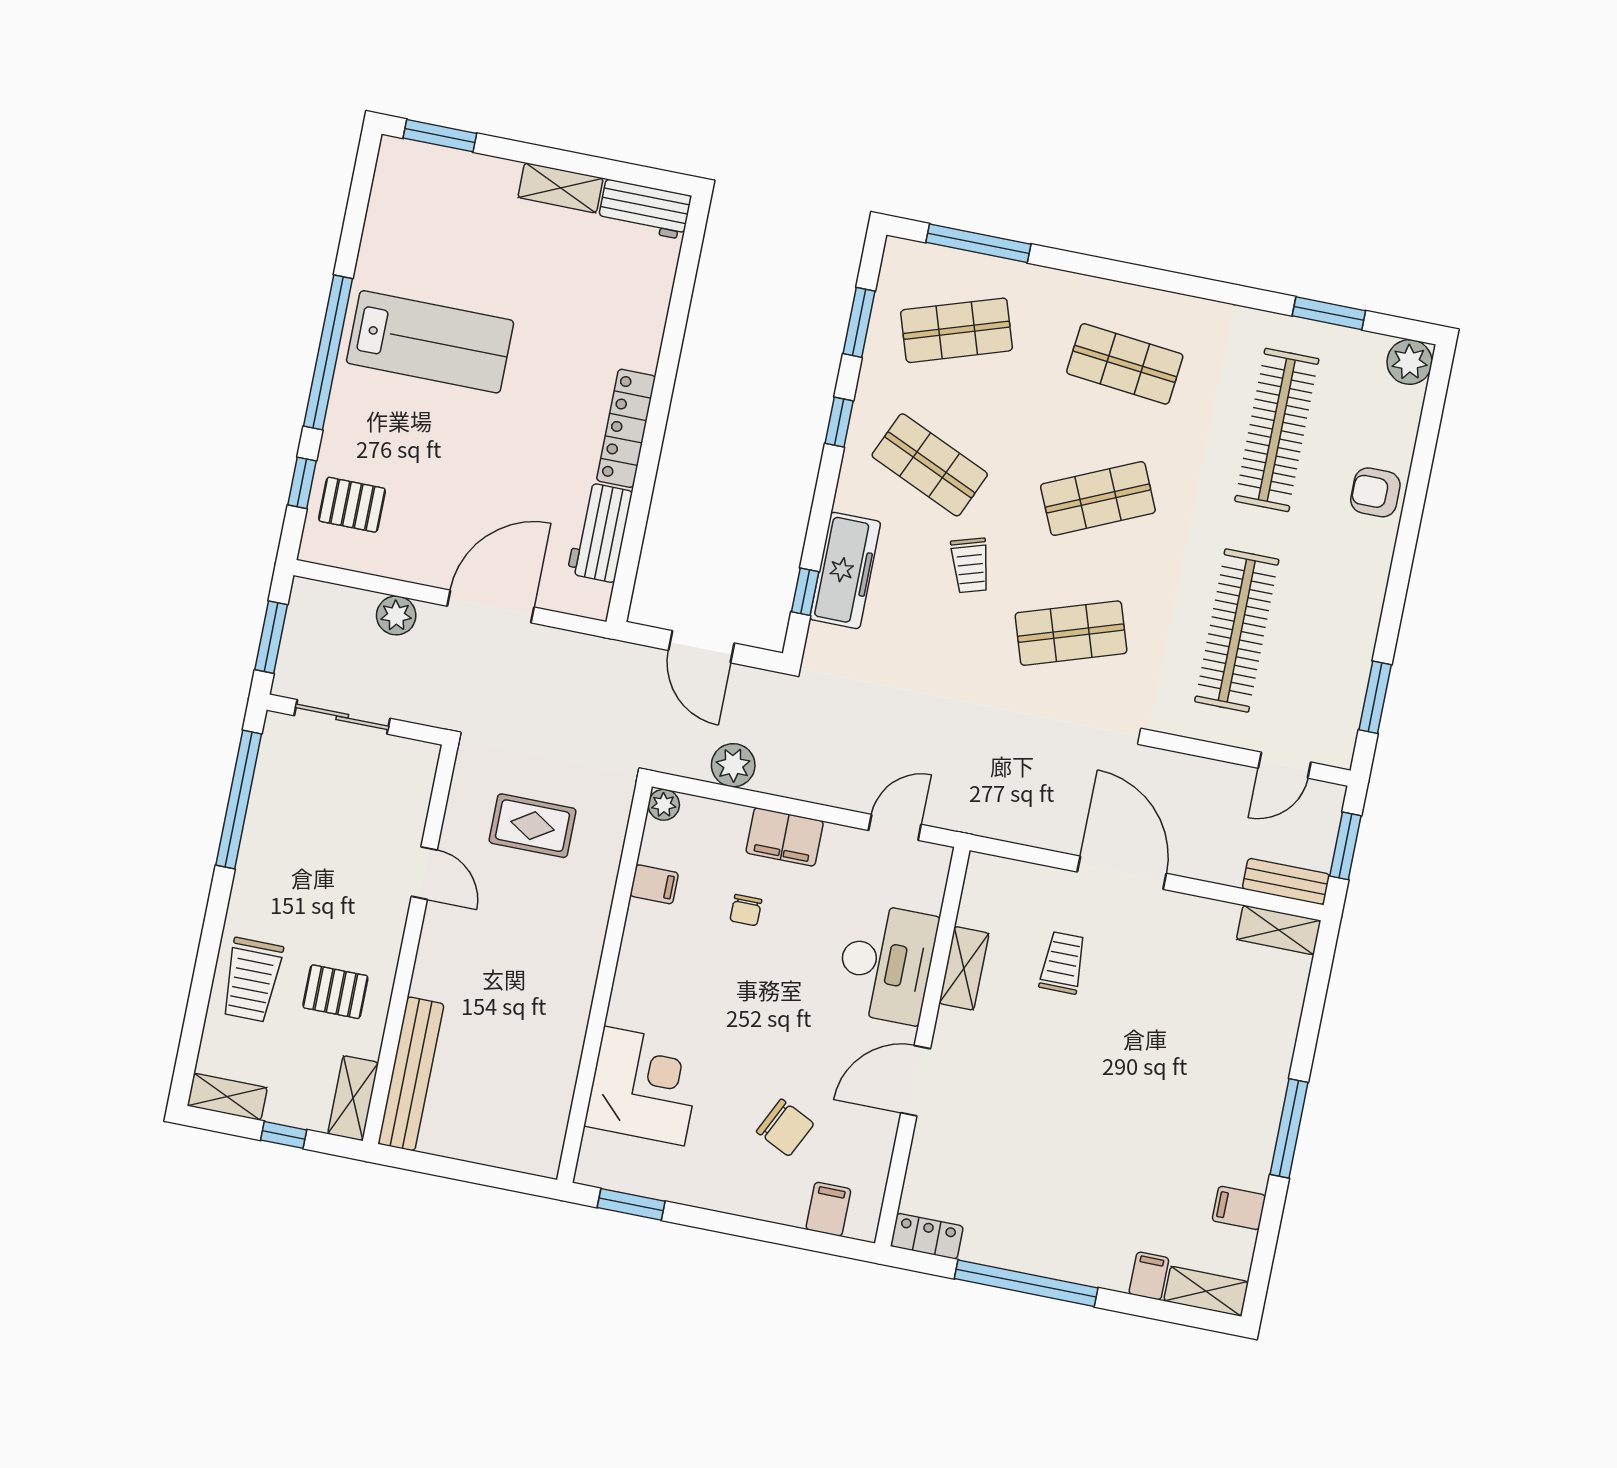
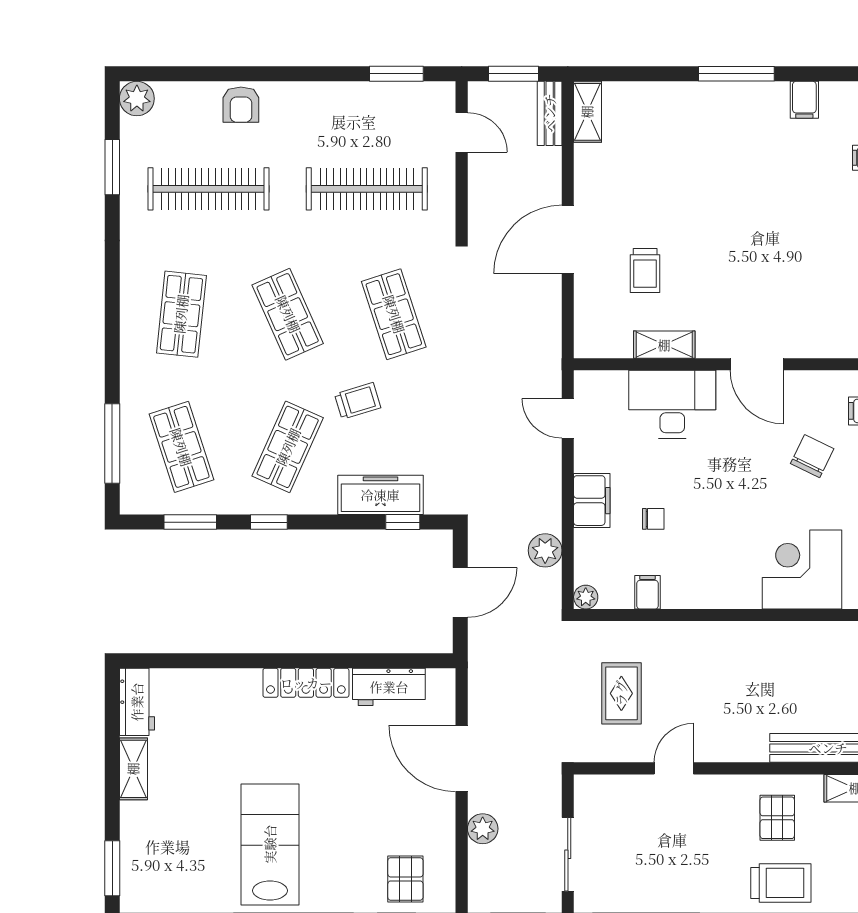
trolley: (1063, 963) -> (645, 270), turned -90

